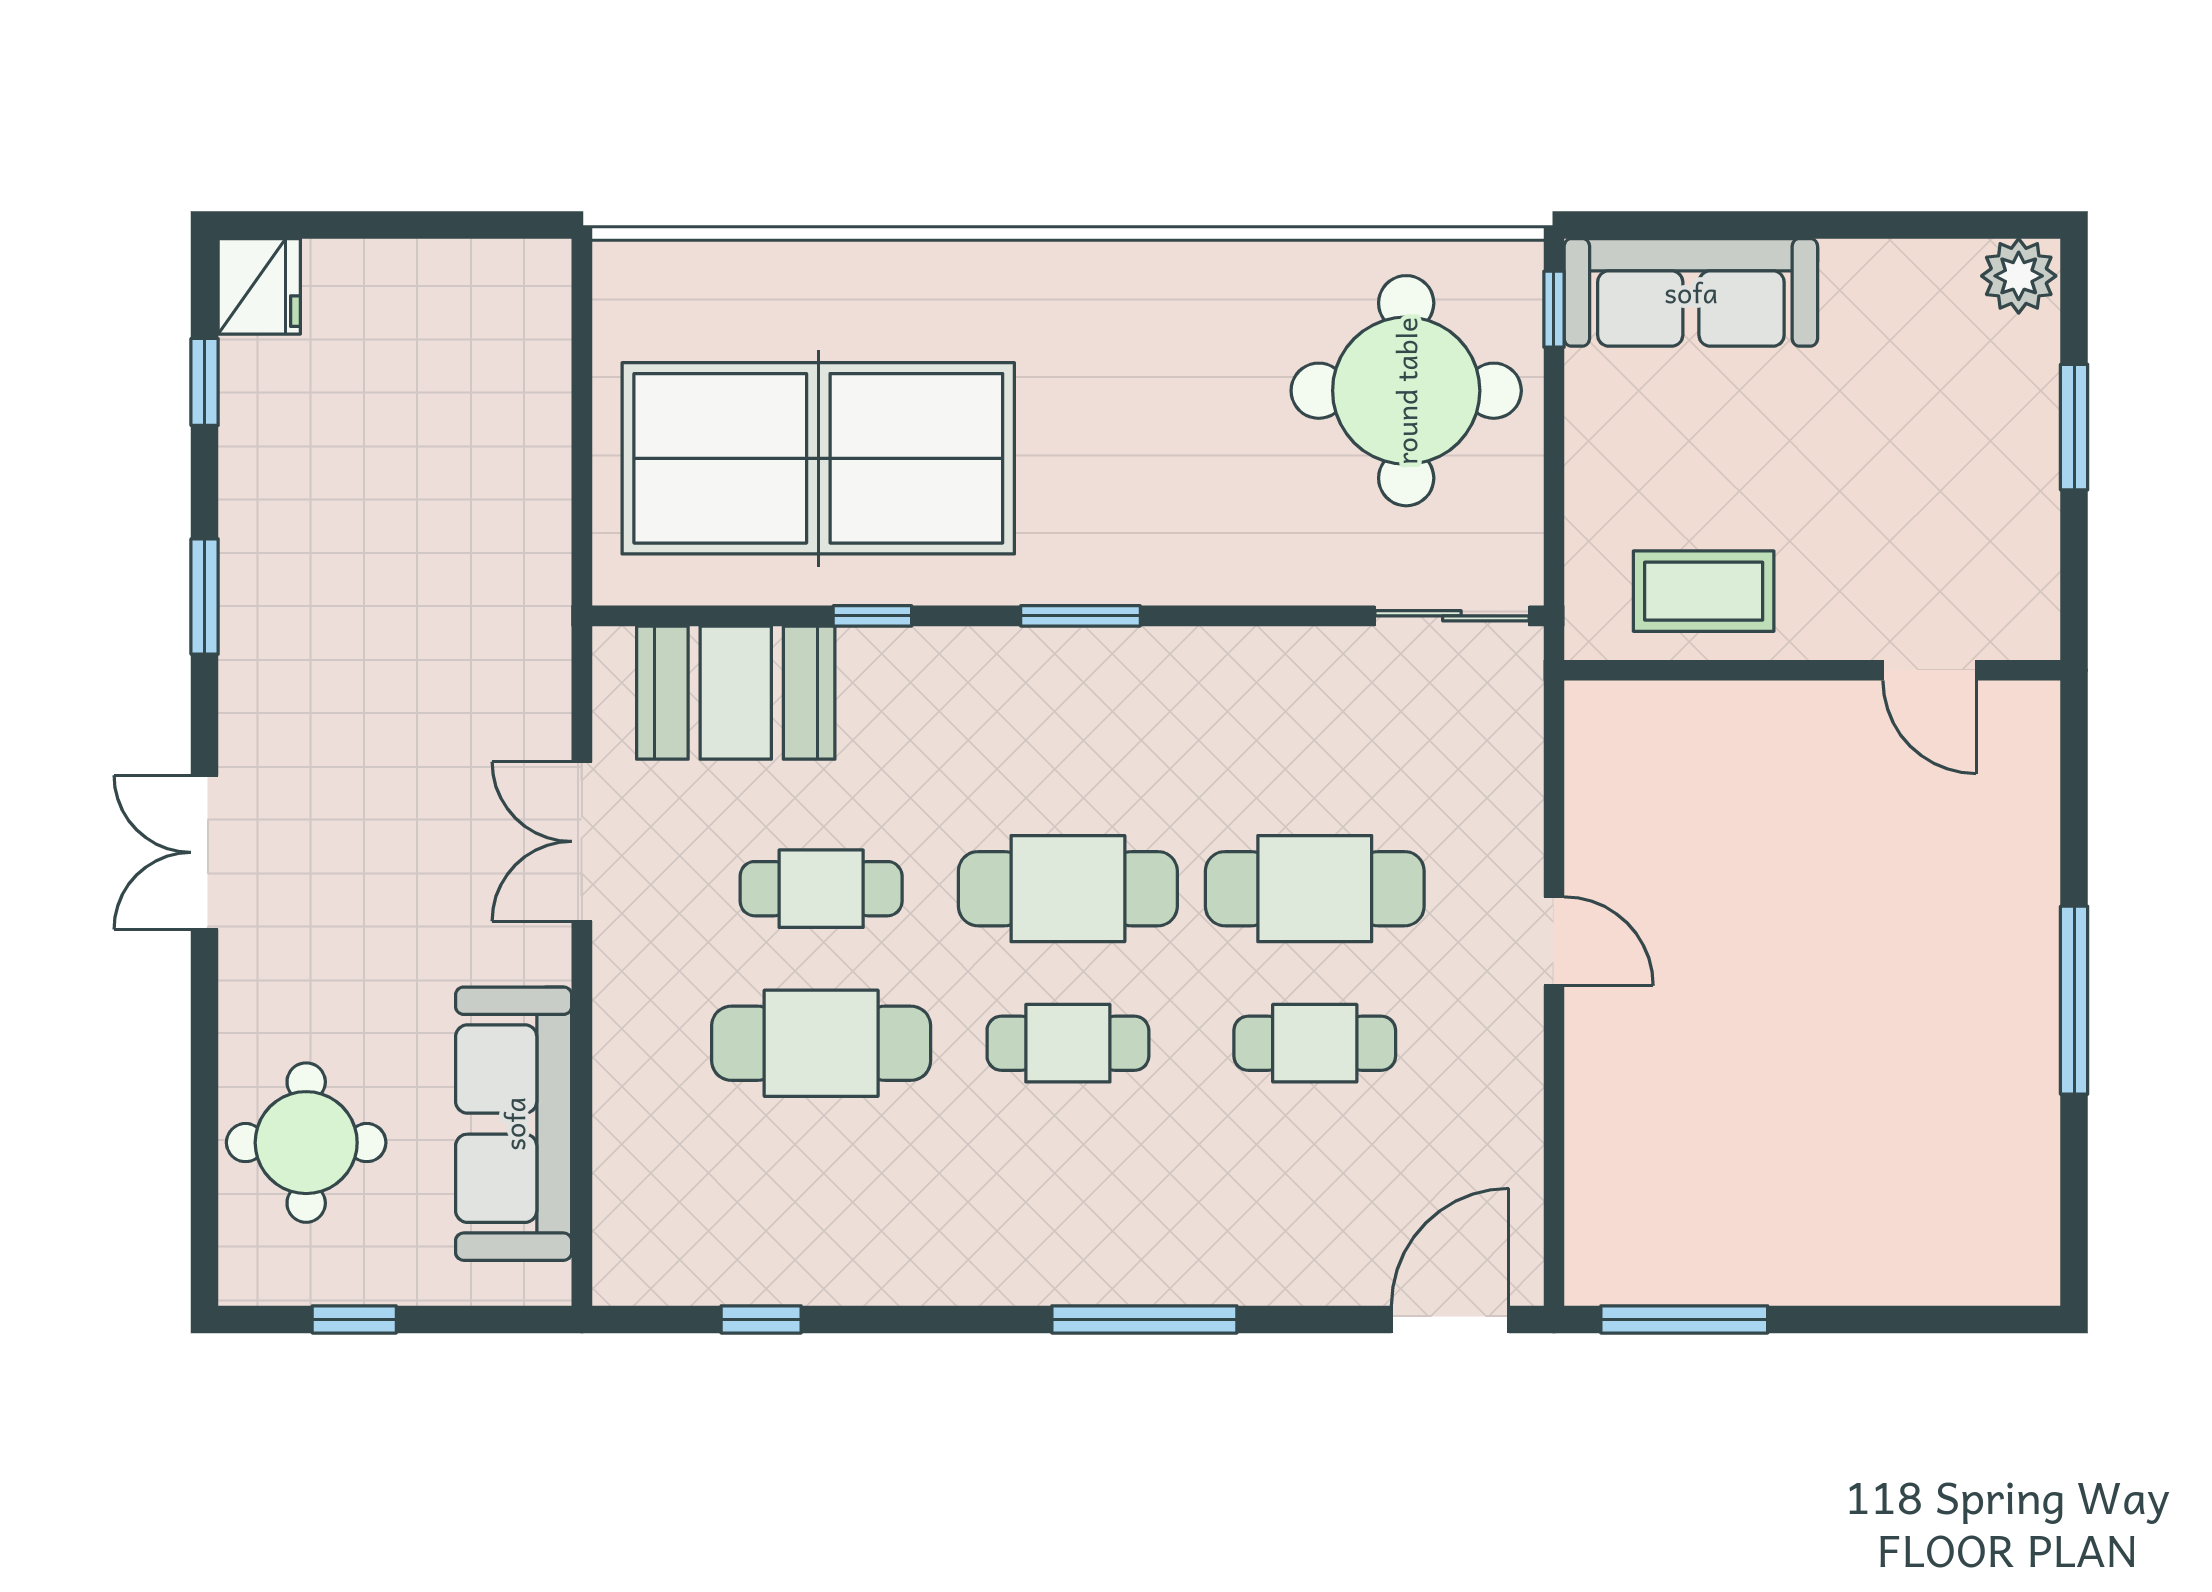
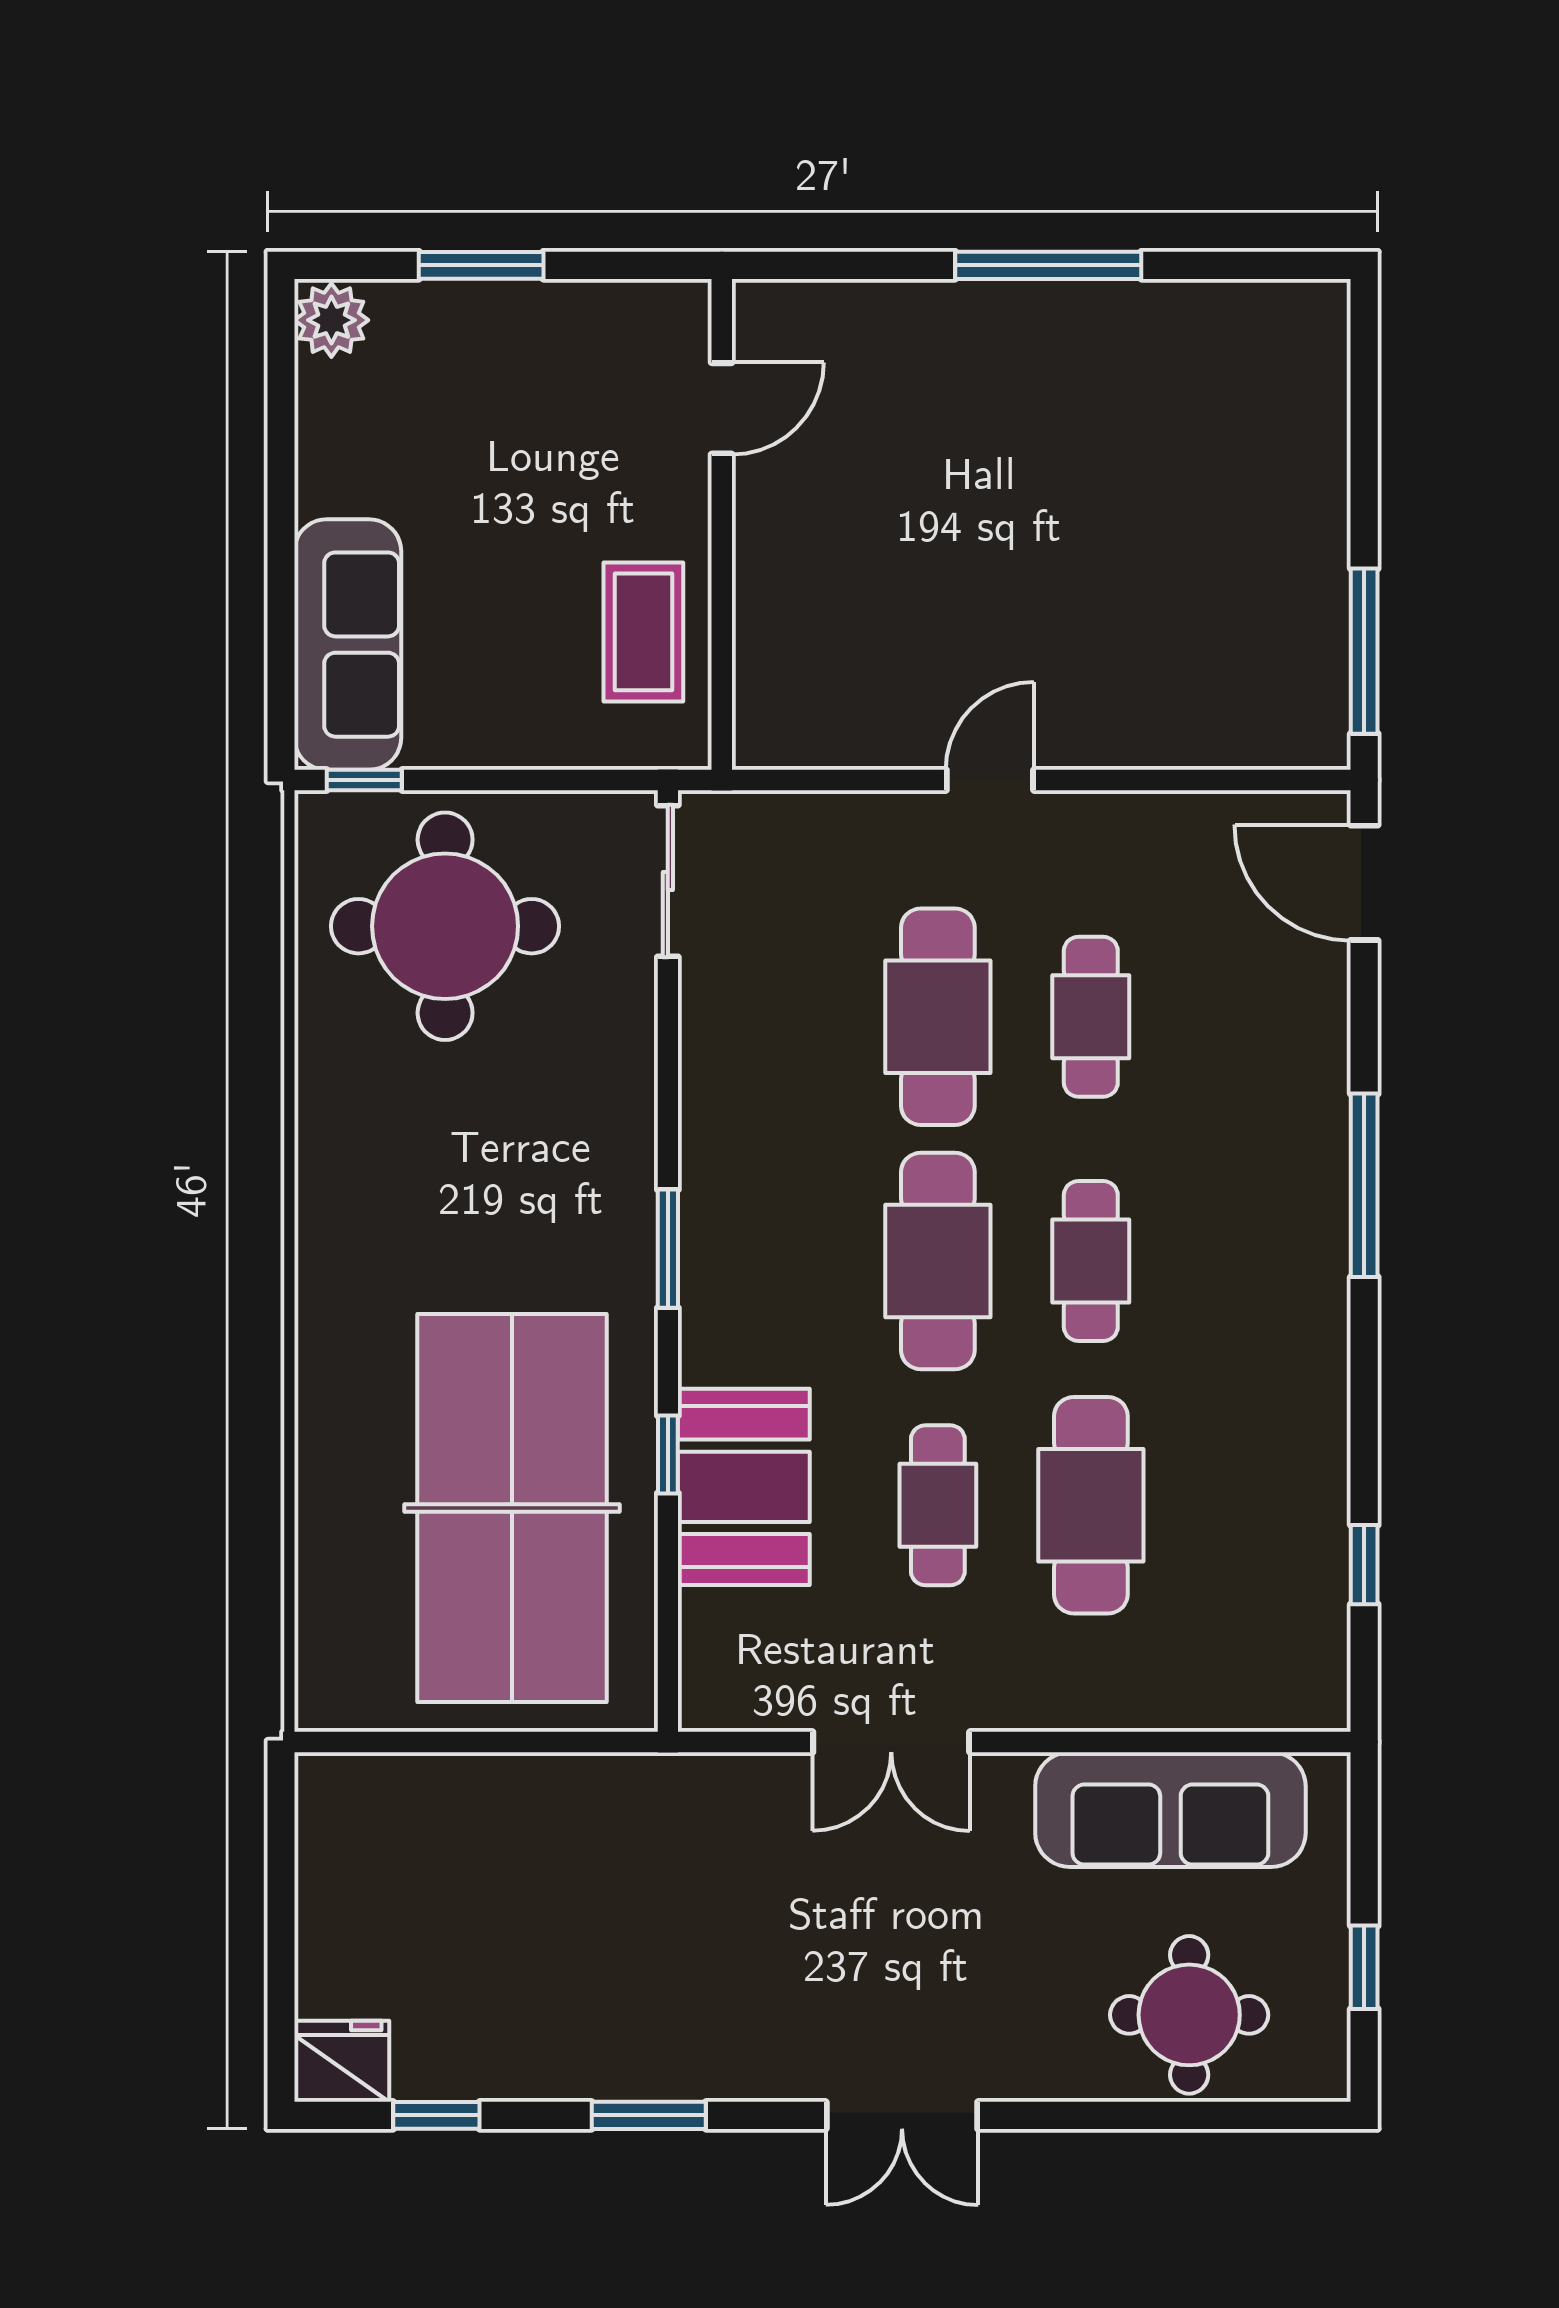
booth: (736, 693) -> (744, 1487), moved

